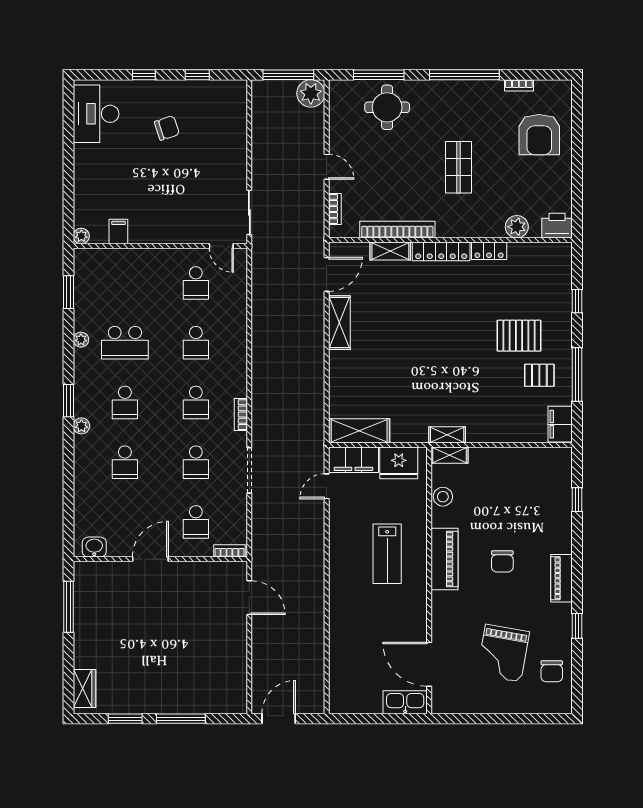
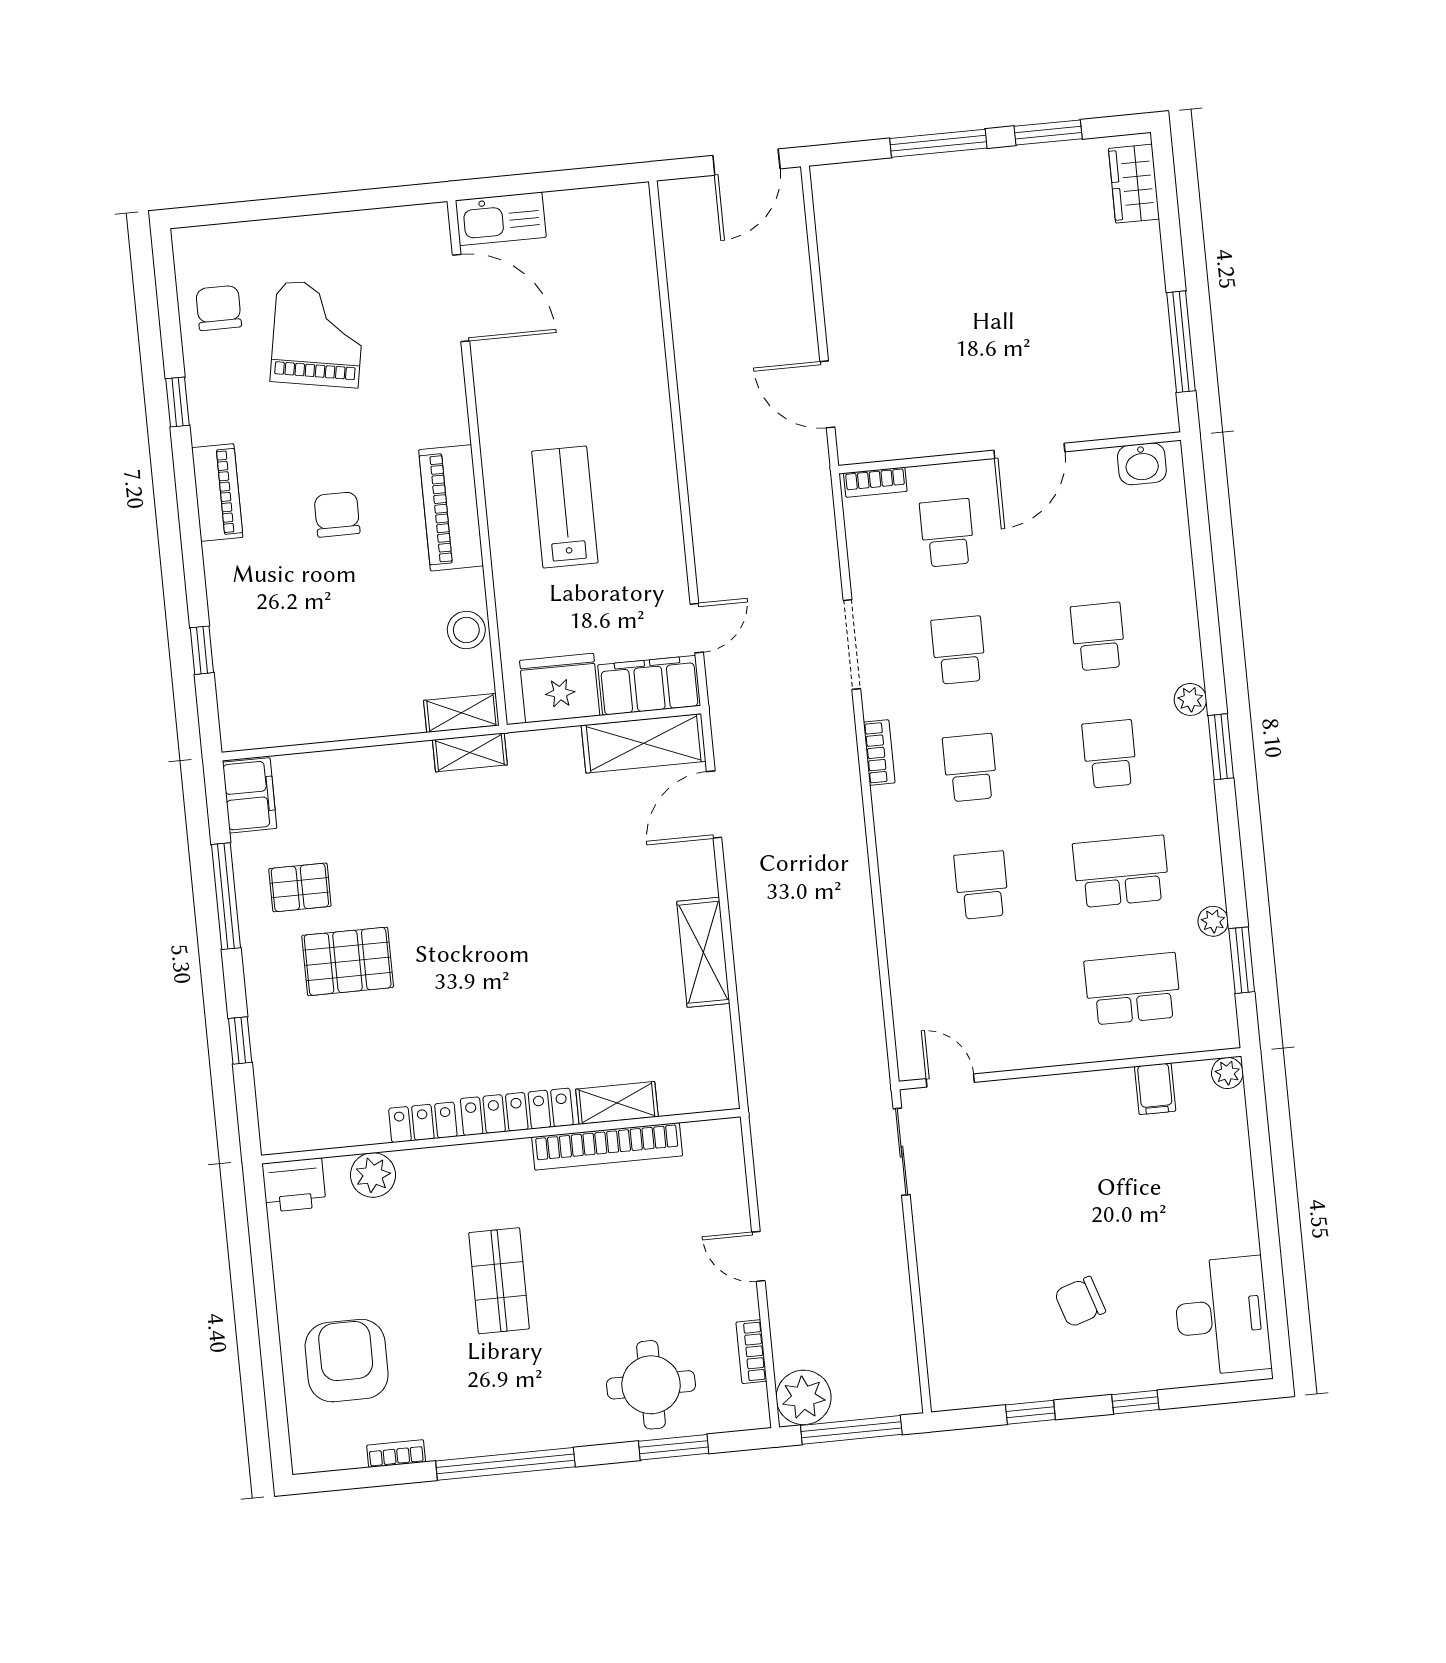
window: (379, 75) -> (674, 1447), width x0.69
bookcase: (335, 209) -> (751, 1352), moved
door: (327, 274) -> (714, 804), moved
school desk: (196, 283) -> (1133, 989), moved, width x1.85
plant: (81, 340) -> (1213, 921), moved

